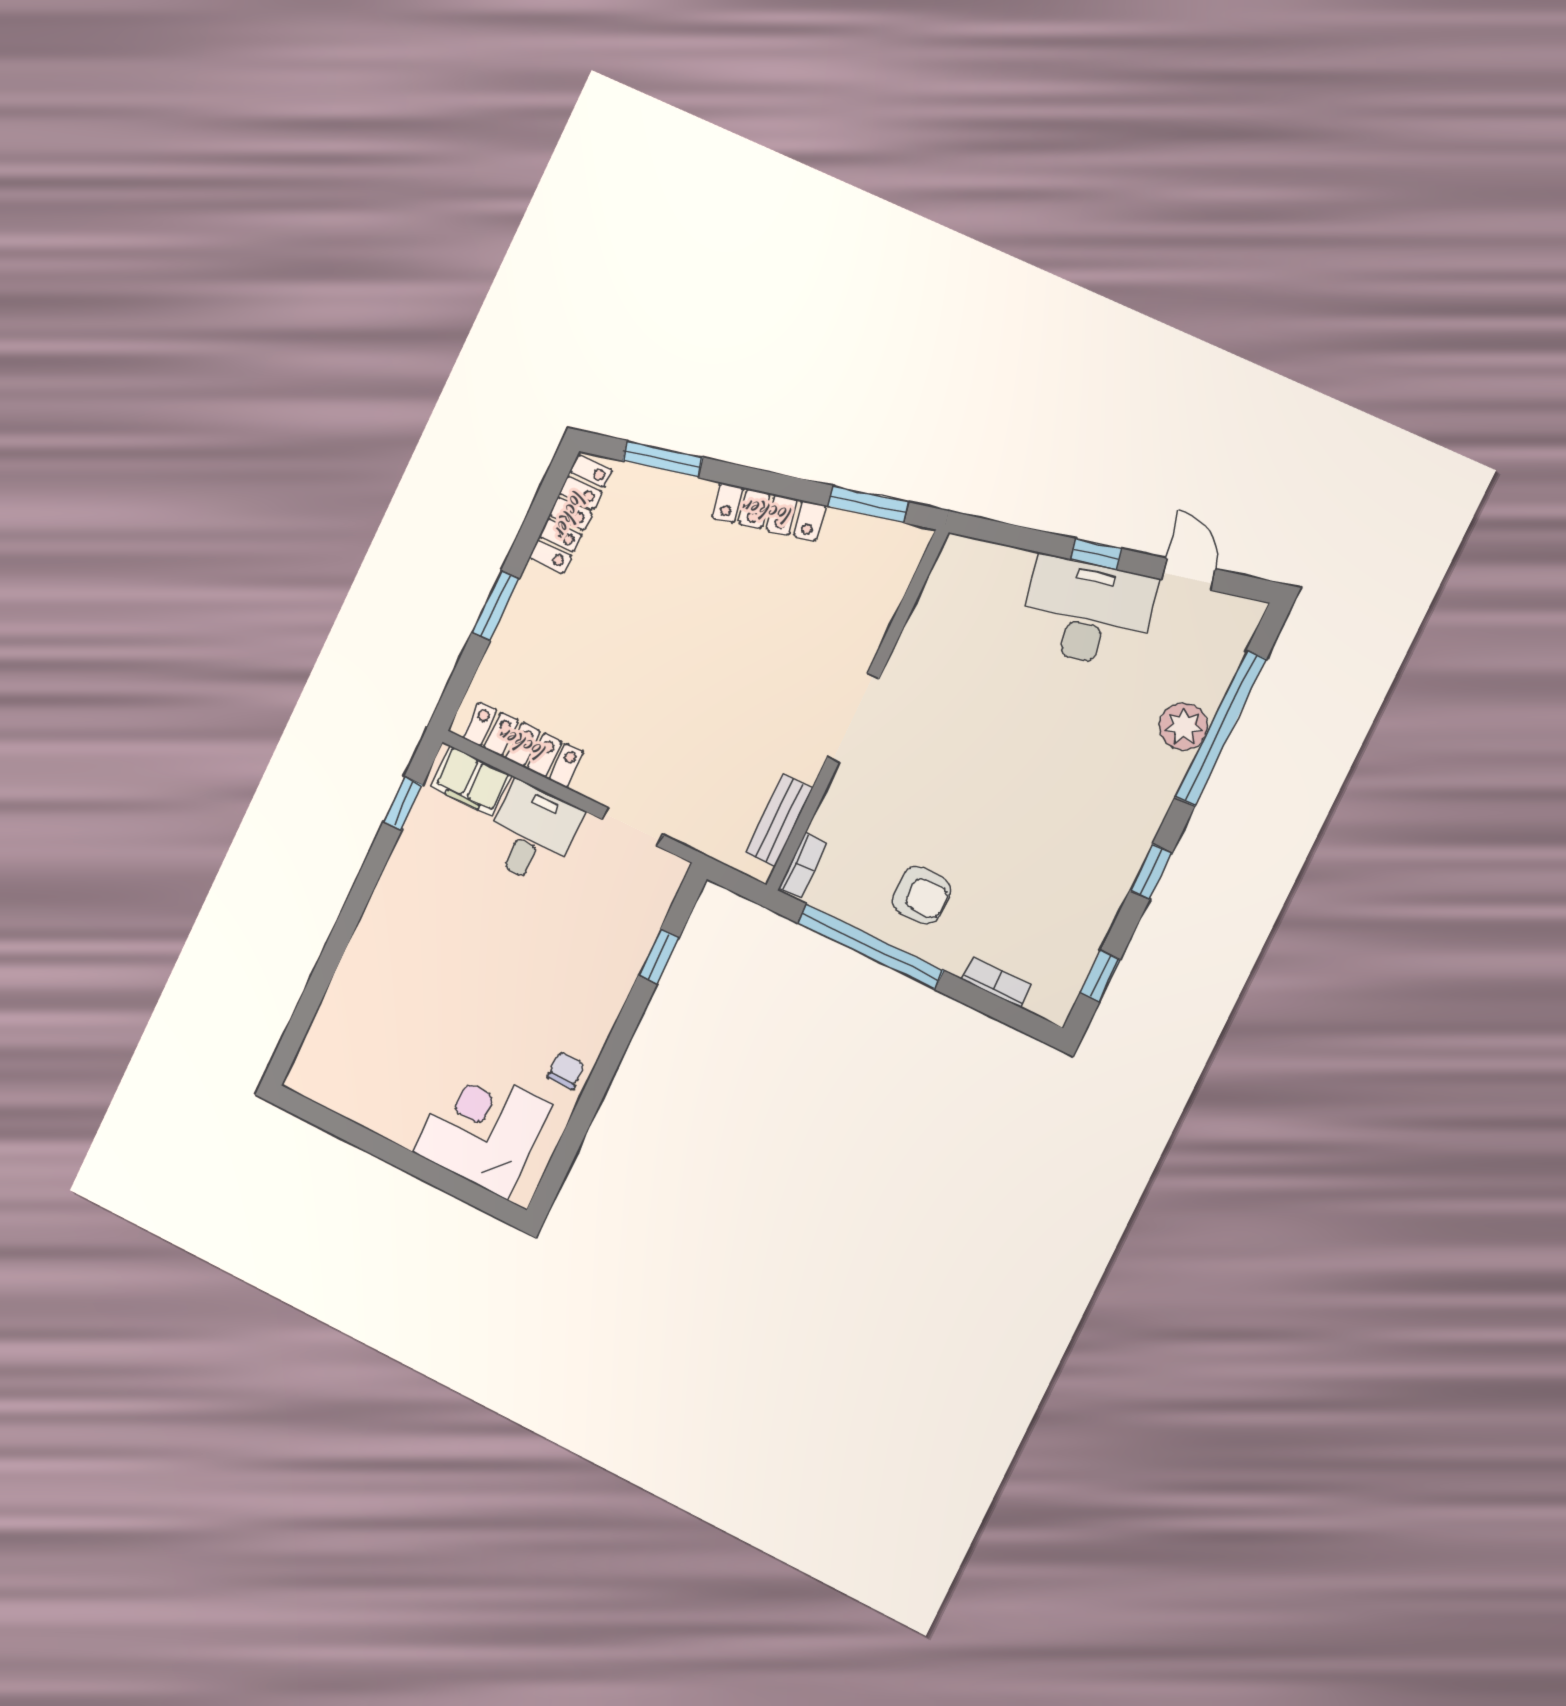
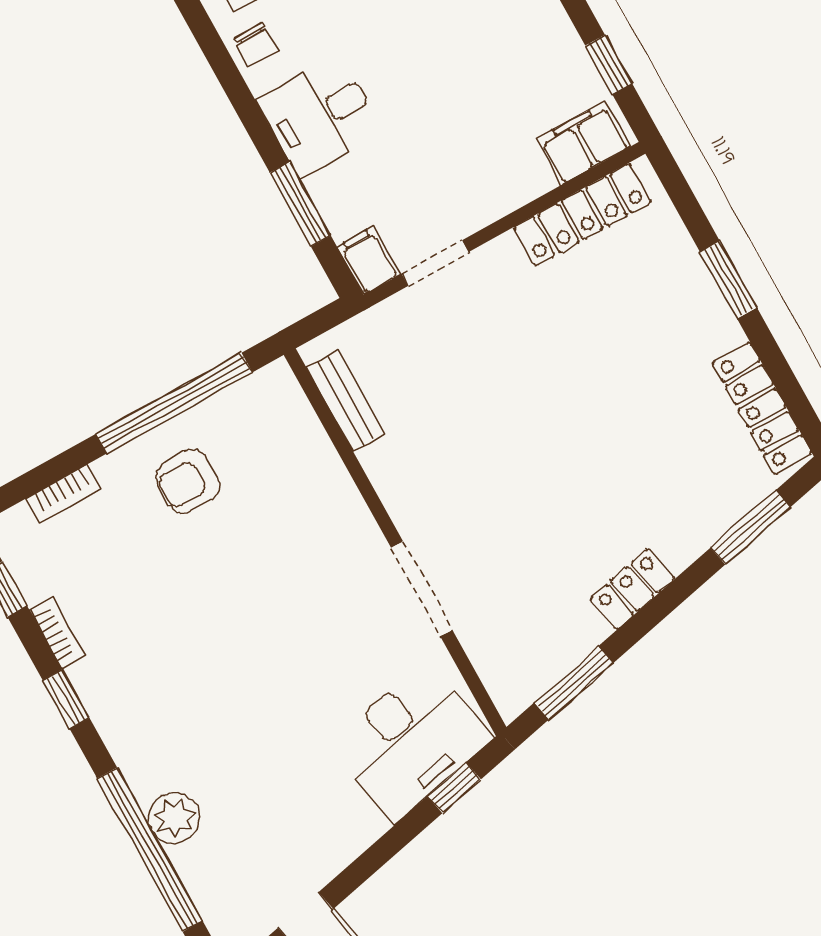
locker: (768, 512) -> (632, 589), width x0.66
window: (1096, 554) -> (454, 788), moved
desk: (1088, 612) -> (410, 742), moved
doorway: (853, 718) -> (422, 589), moved
desk: (532, 833) -> (320, 116), moved, turned 90
bookcase: (803, 866) -> (57, 633), moved, turned 180
filing cabinet: (665, 877) -> (368, 260), added
window: (659, 956) -> (300, 204), width x1.50

